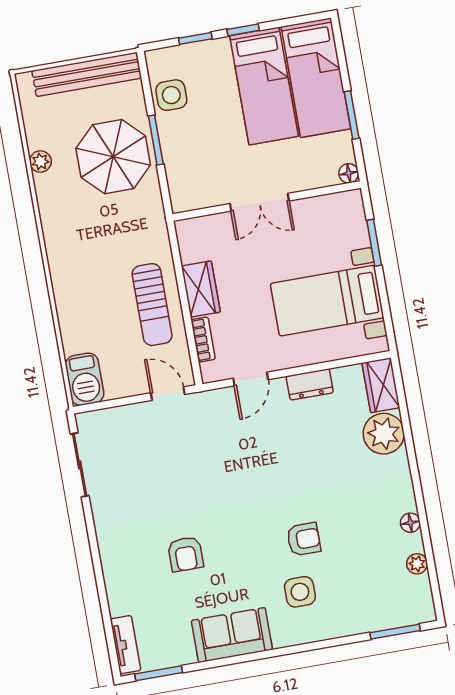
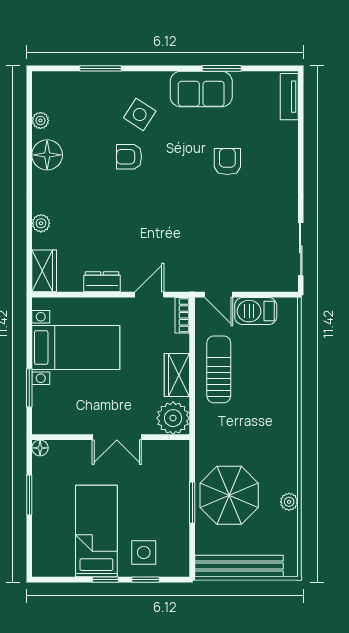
bed: (316, 78) -> (53, 530), removed
side table: (171, 95) -> (144, 552), moved
double door: (259, 202) -> (117, 437), swing flipped
plant: (196, 237) -> (173, 418), added
bookcase: (203, 339) -> (182, 315), moved
barbecue: (85, 379) -> (256, 311), moved, turned -90
plant: (384, 434) -> (41, 223), width x0.53, depth x0.53
floor lamp: (410, 523) -> (47, 155), width x1.89, depth x1.89
side table: (300, 592) -> (140, 114), turned 33
window: (395, 632) -> (100, 68), moved
window: (159, 673) -> (222, 68), moved

